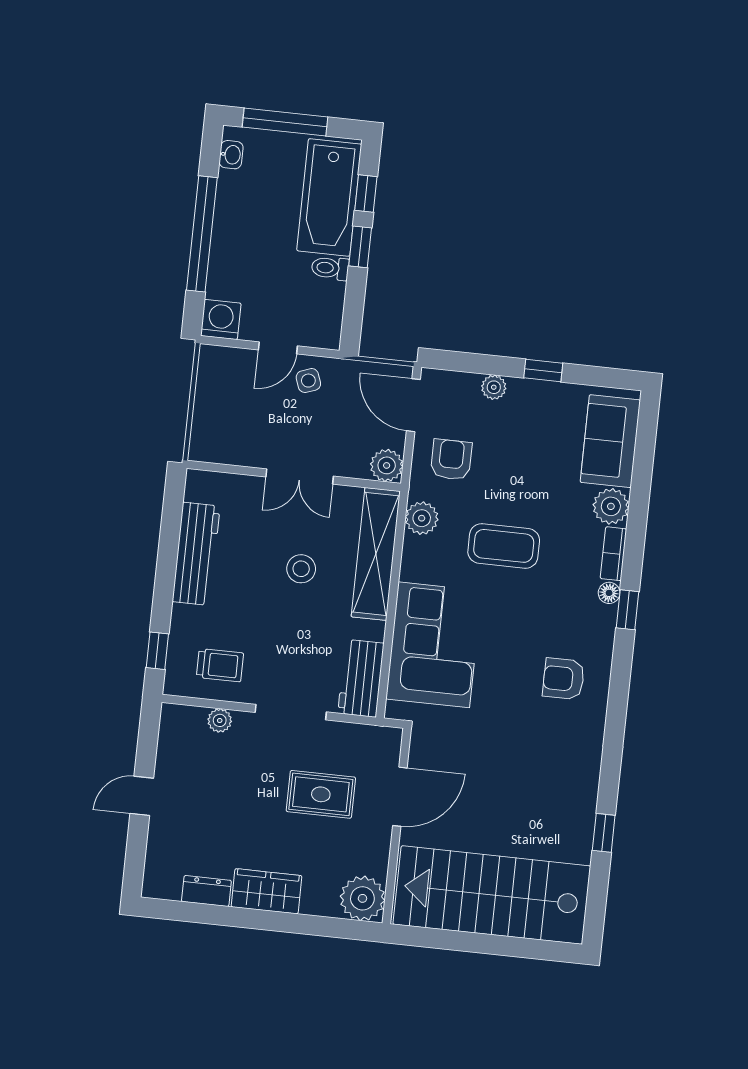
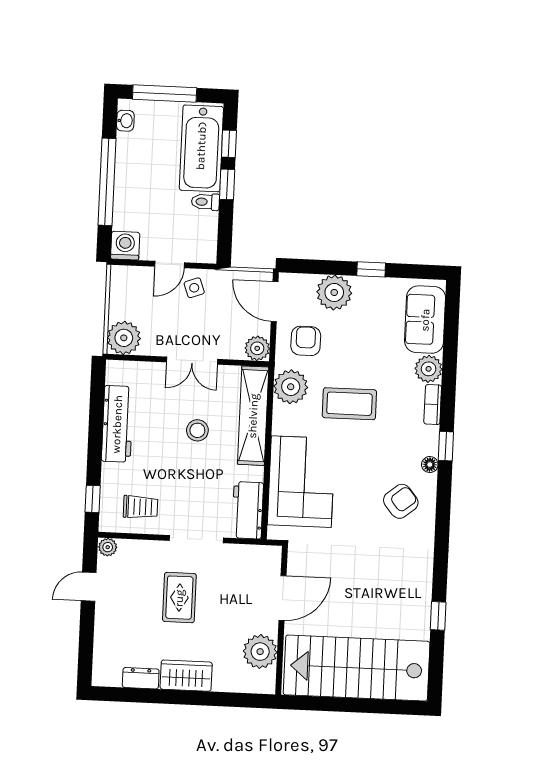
plant: (494, 387) -> (334, 292), width x1.88, depth x1.88
plant: (212, 441) -> (124, 338), added
plant: (422, 518) -> (291, 387), width x1.36, depth x1.36
floor lamp: (609, 593) -> (430, 465), moved
armchair: (564, 679) -> (401, 501), turned 141
plant: (220, 720) -> (108, 547), moved
rug: (321, 794) -> (179, 598), moved, turned 90
door: (142, 796) -> (89, 587), moved
plant: (362, 898) -> (260, 652), moved

